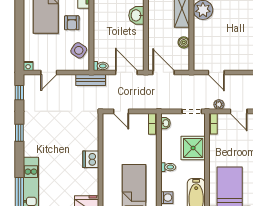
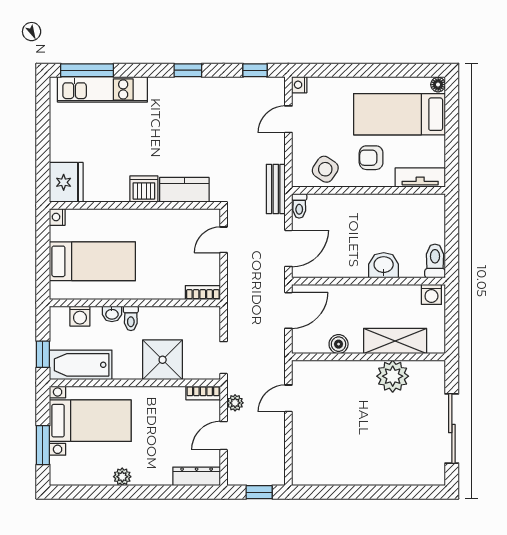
door: (49, 72) -> (288, 119), hinge flipped
washbasin: (166, 123) -> (112, 314), moved
kitchen counter: (91, 135) -> (184, 190), added

